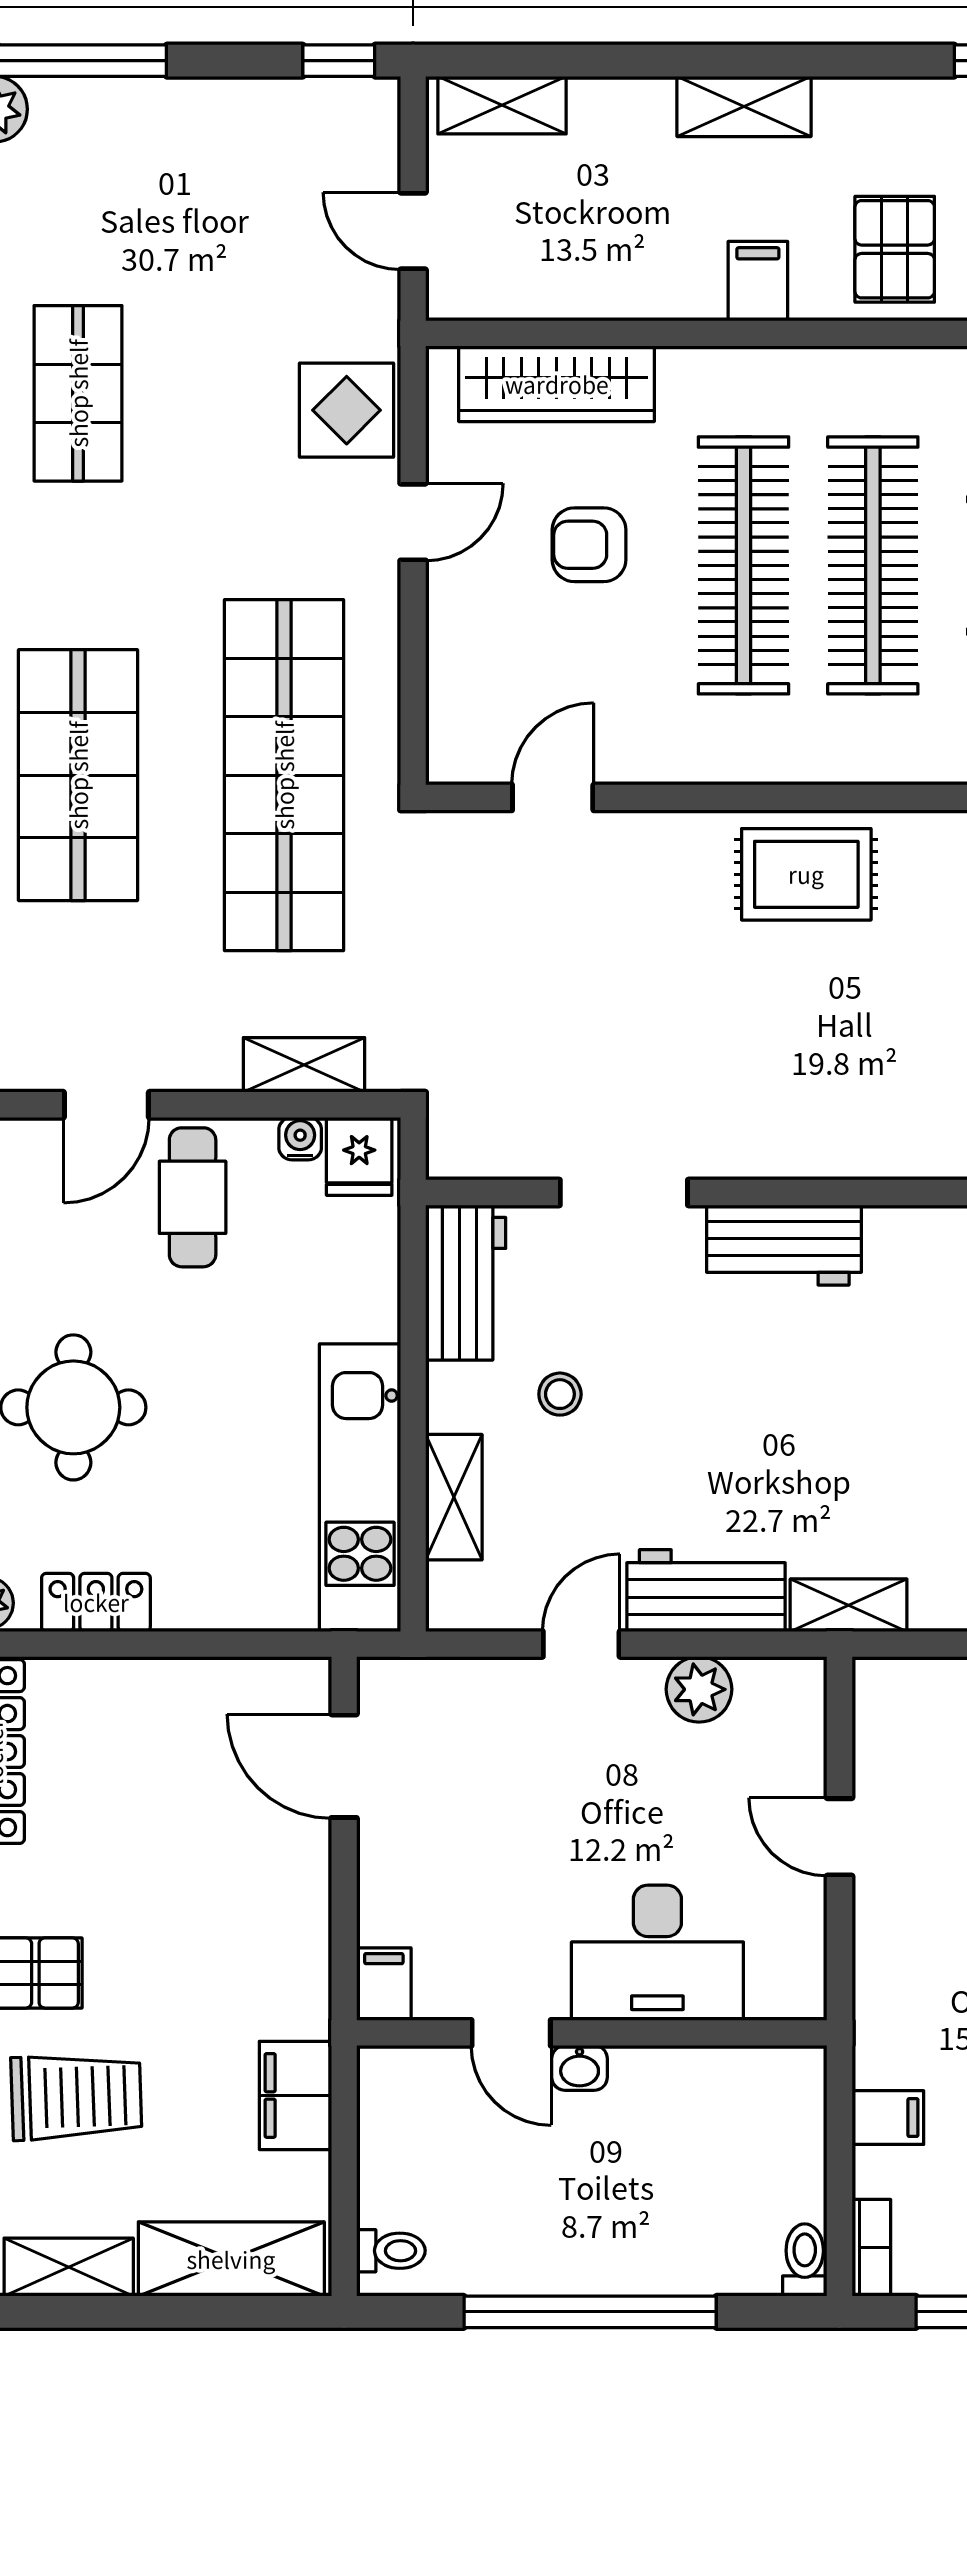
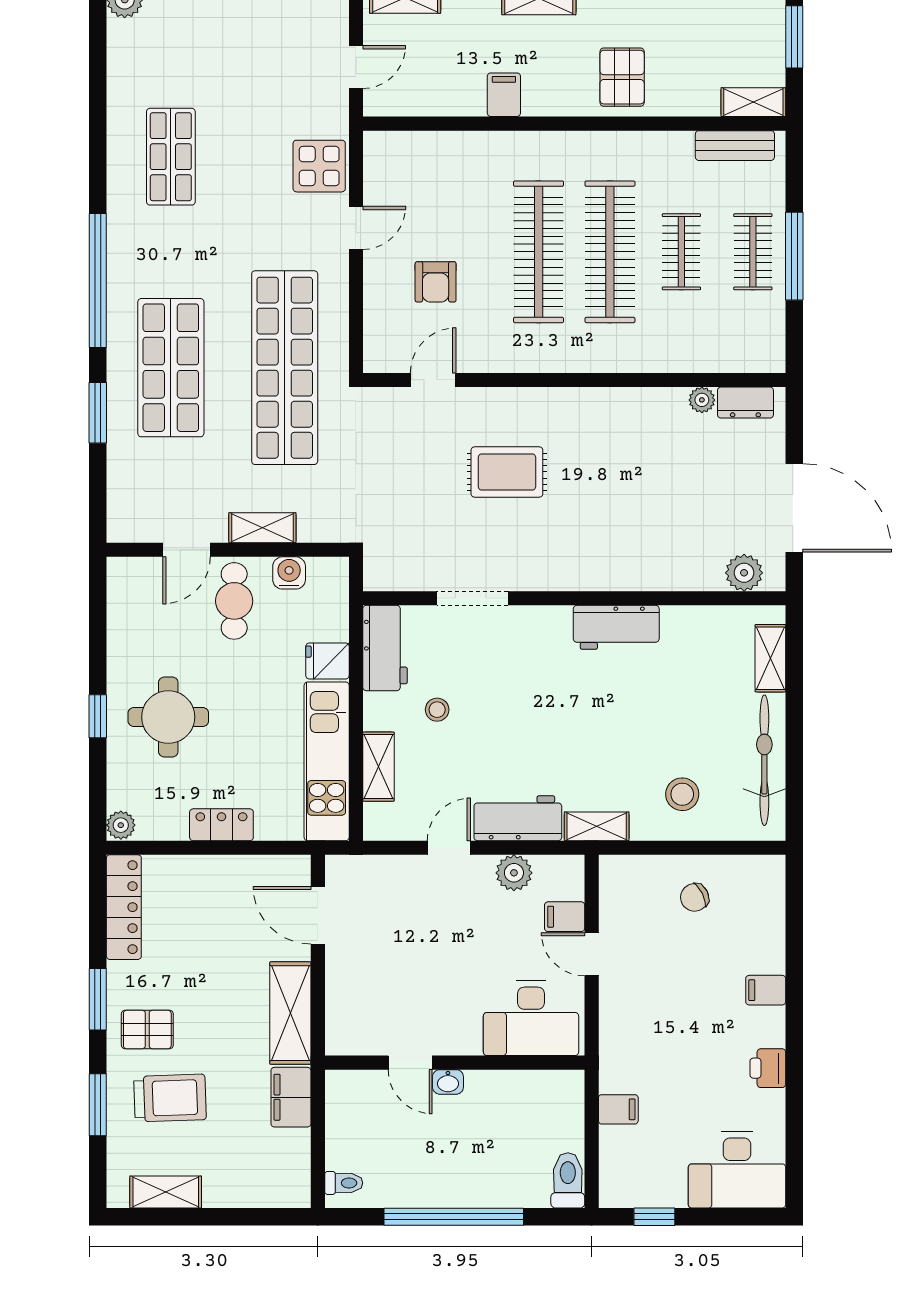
door: (413, 231) -> (356, 67), swing flipped
filing cabinet: (758, 281) -> (504, 95), moved
wardrobe: (557, 384) -> (435, 151), removed
armchair: (589, 545) -> (436, 282), moved, turned -90
rug: (806, 874) -> (507, 472), moved
shelving: (304, 1065) -> (262, 528), moved
water cooler: (300, 1139) -> (289, 573), width x1.38, depth x1.38
fridge: (359, 1156) -> (327, 661), moved, turned 90
workbench: (784, 1245) -> (616, 627), moved
locker: (96, 1602) -> (221, 825), moved
desk: (657, 1953) -> (531, 1018), moved
filing cabinet: (384, 1984) -> (565, 917), moved, turned -90
bookcase: (871, 2248) -> (609, 1181), removed
shelving: (231, 2259) -> (290, 1013), moved, turned 90
toilet: (805, 2260) -> (568, 1180), width x1.37, depth x1.39

